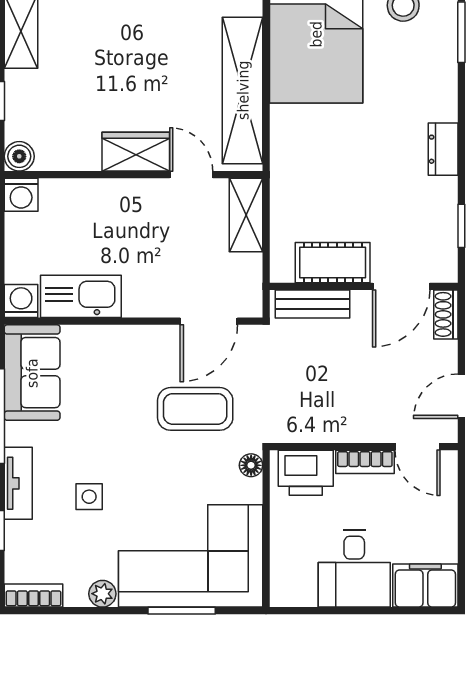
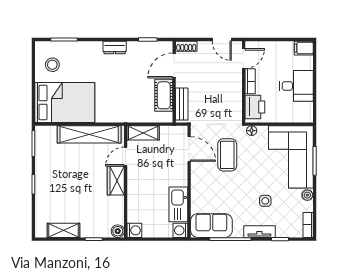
door: (401, 286) -> (174, 66), swing flipped
filing cabinet: (425, 586) -> (304, 48), width x0.50

